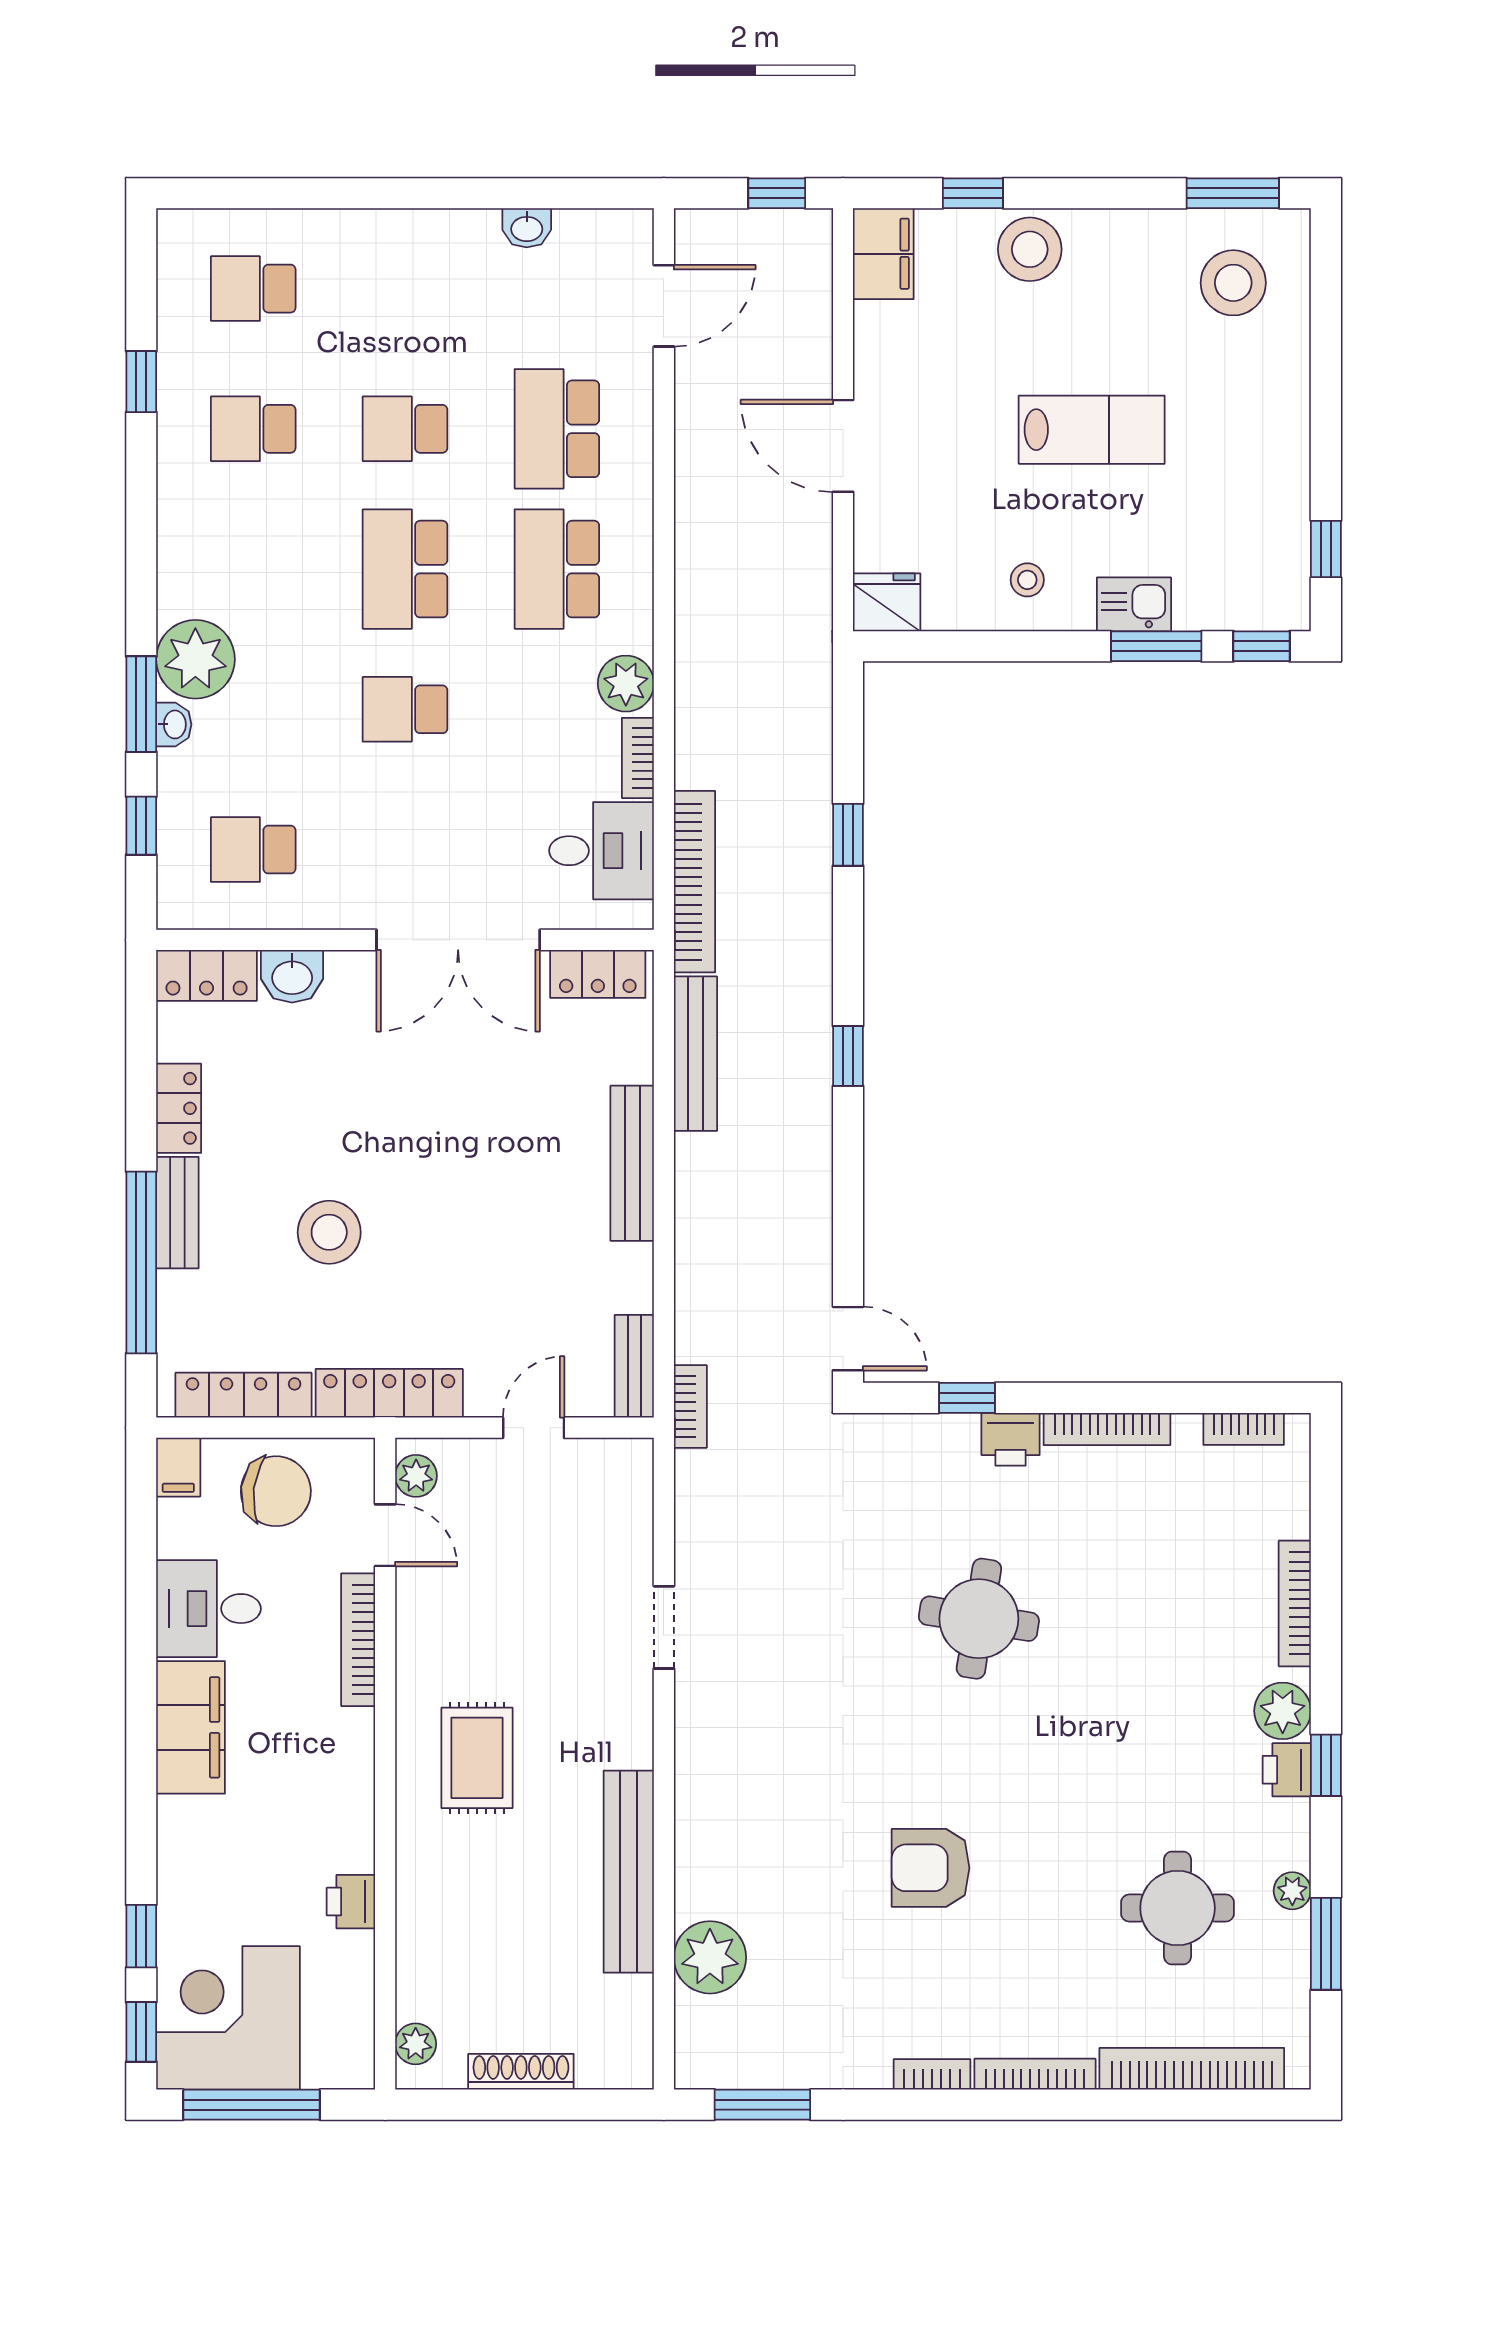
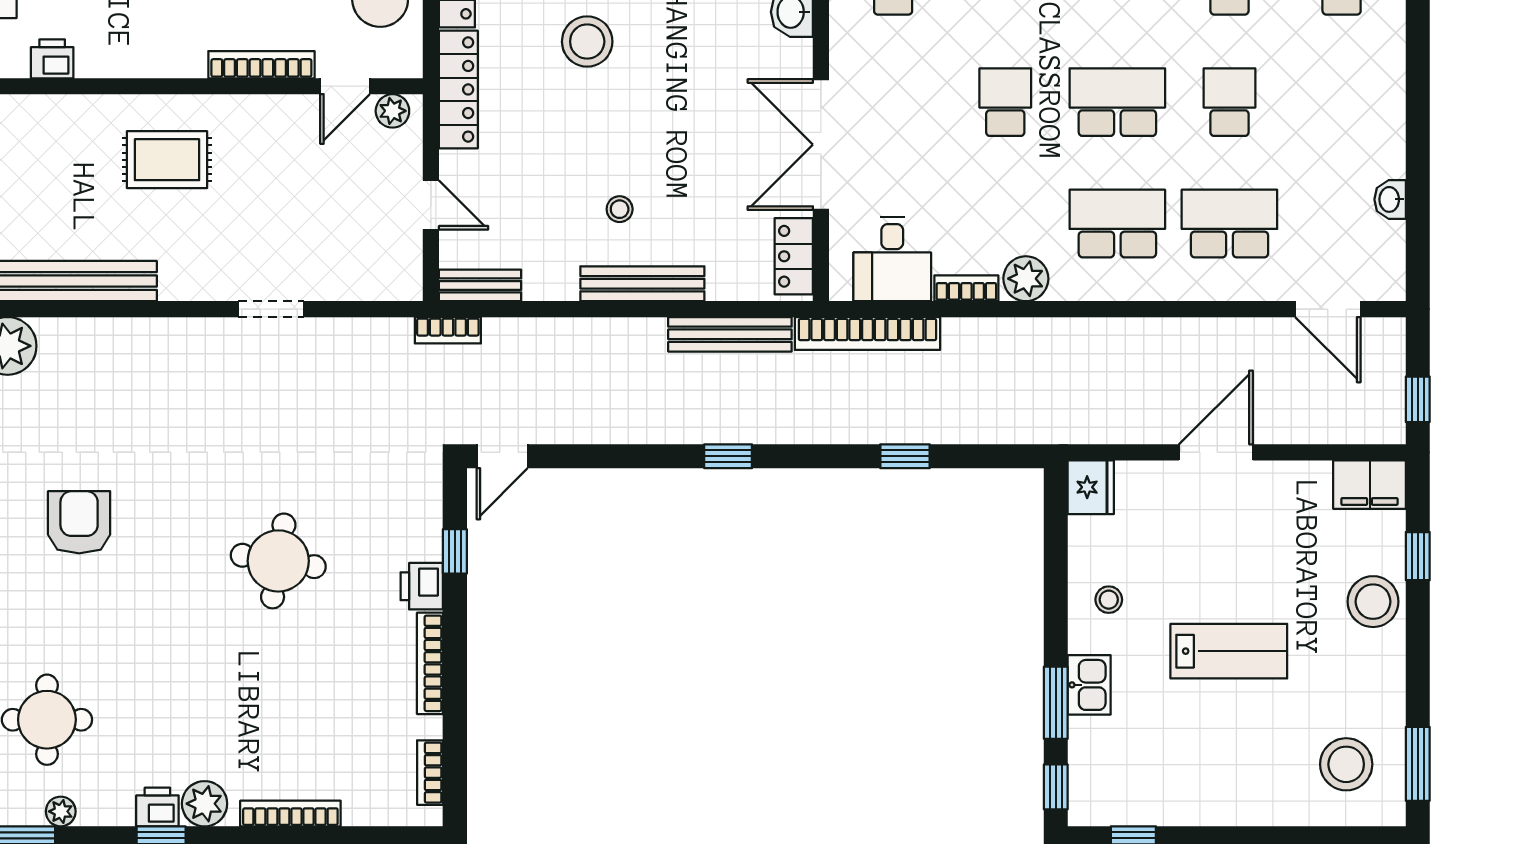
lab bench: (1092, 430) -> (1229, 651), turned -90
stool: (539, 1192) -> (620, 209), added

